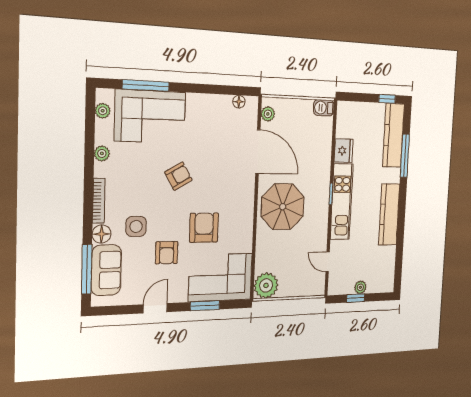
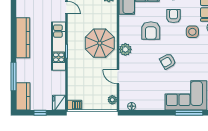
window: (387, 99) -> (40, 113), moved
kitchen counter: (393, 135) -> (23, 96), width x0.67
fridge: (344, 151) -> (59, 103), moved
door: (258, 152) -> (118, 77), width x0.53
plant: (245, 196) -> (125, 49), added

